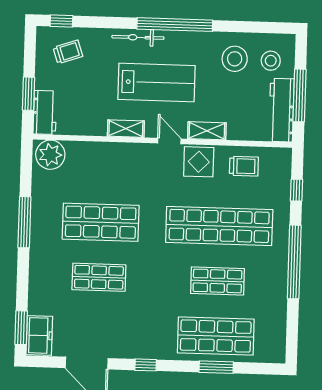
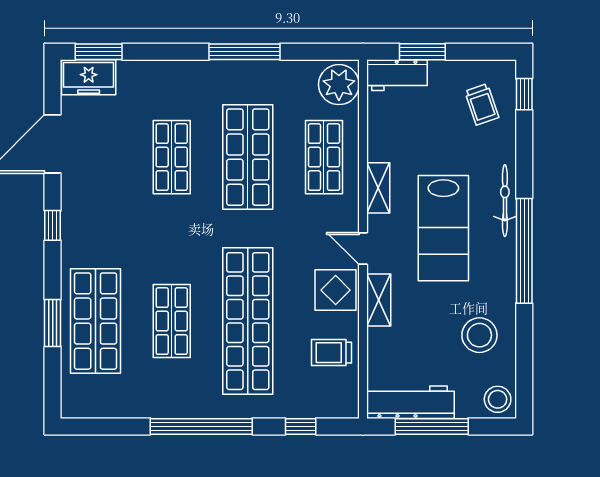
stool: (271, 61) -> (498, 399), moved
door: (169, 141) -> (363, 249), swing flipped
trolley: (244, 166) -> (331, 353), turned 90
shop shelf: (102, 167) -> (324, 157), added

